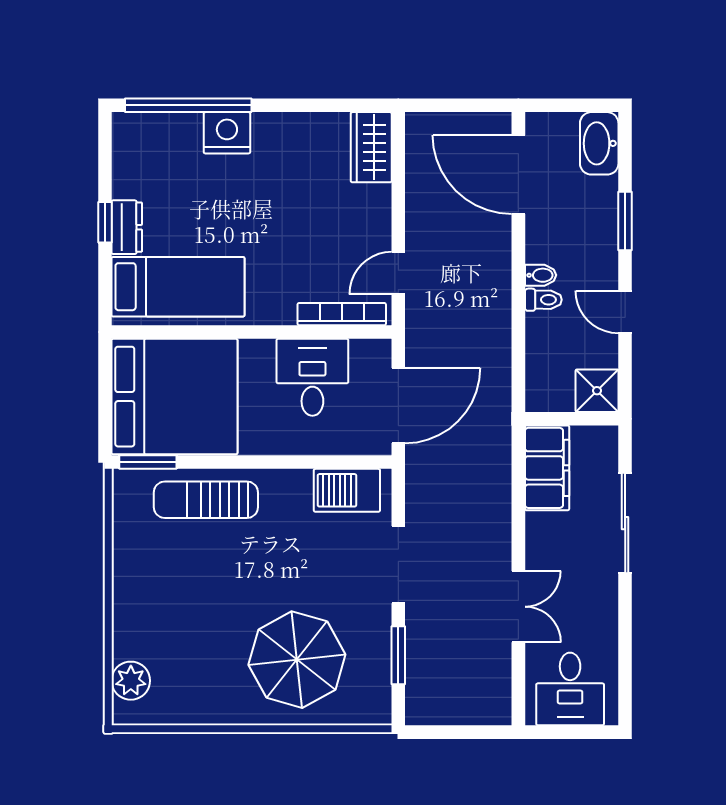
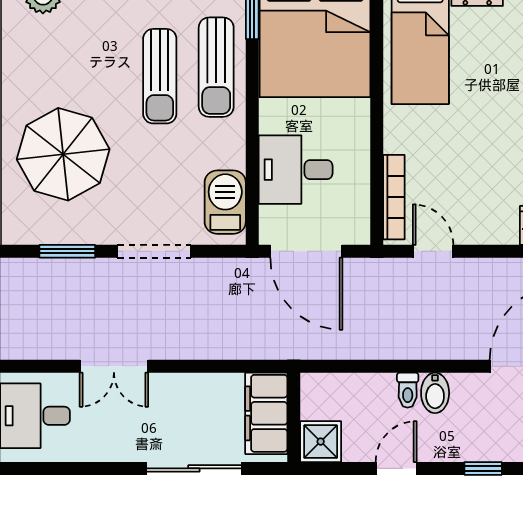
window: (625, 221) -> (483, 468), width x0.67
bidet: (541, 275) -> (435, 393), width x1.38, depth x1.36
desk: (312, 377) -> (296, 170), moved, turned 180
filing cabinet: (547, 468) -> (266, 413), moved, turned 90
sun lounger: (206, 500) -> (216, 67), turned 180
sun lounger: (215, 559) -> (160, 76), added

